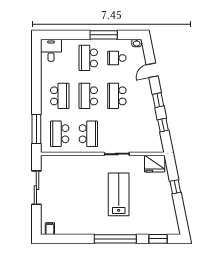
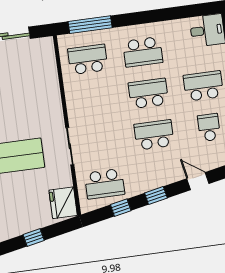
school desk: (88, 134) -> (105, 184), moved

